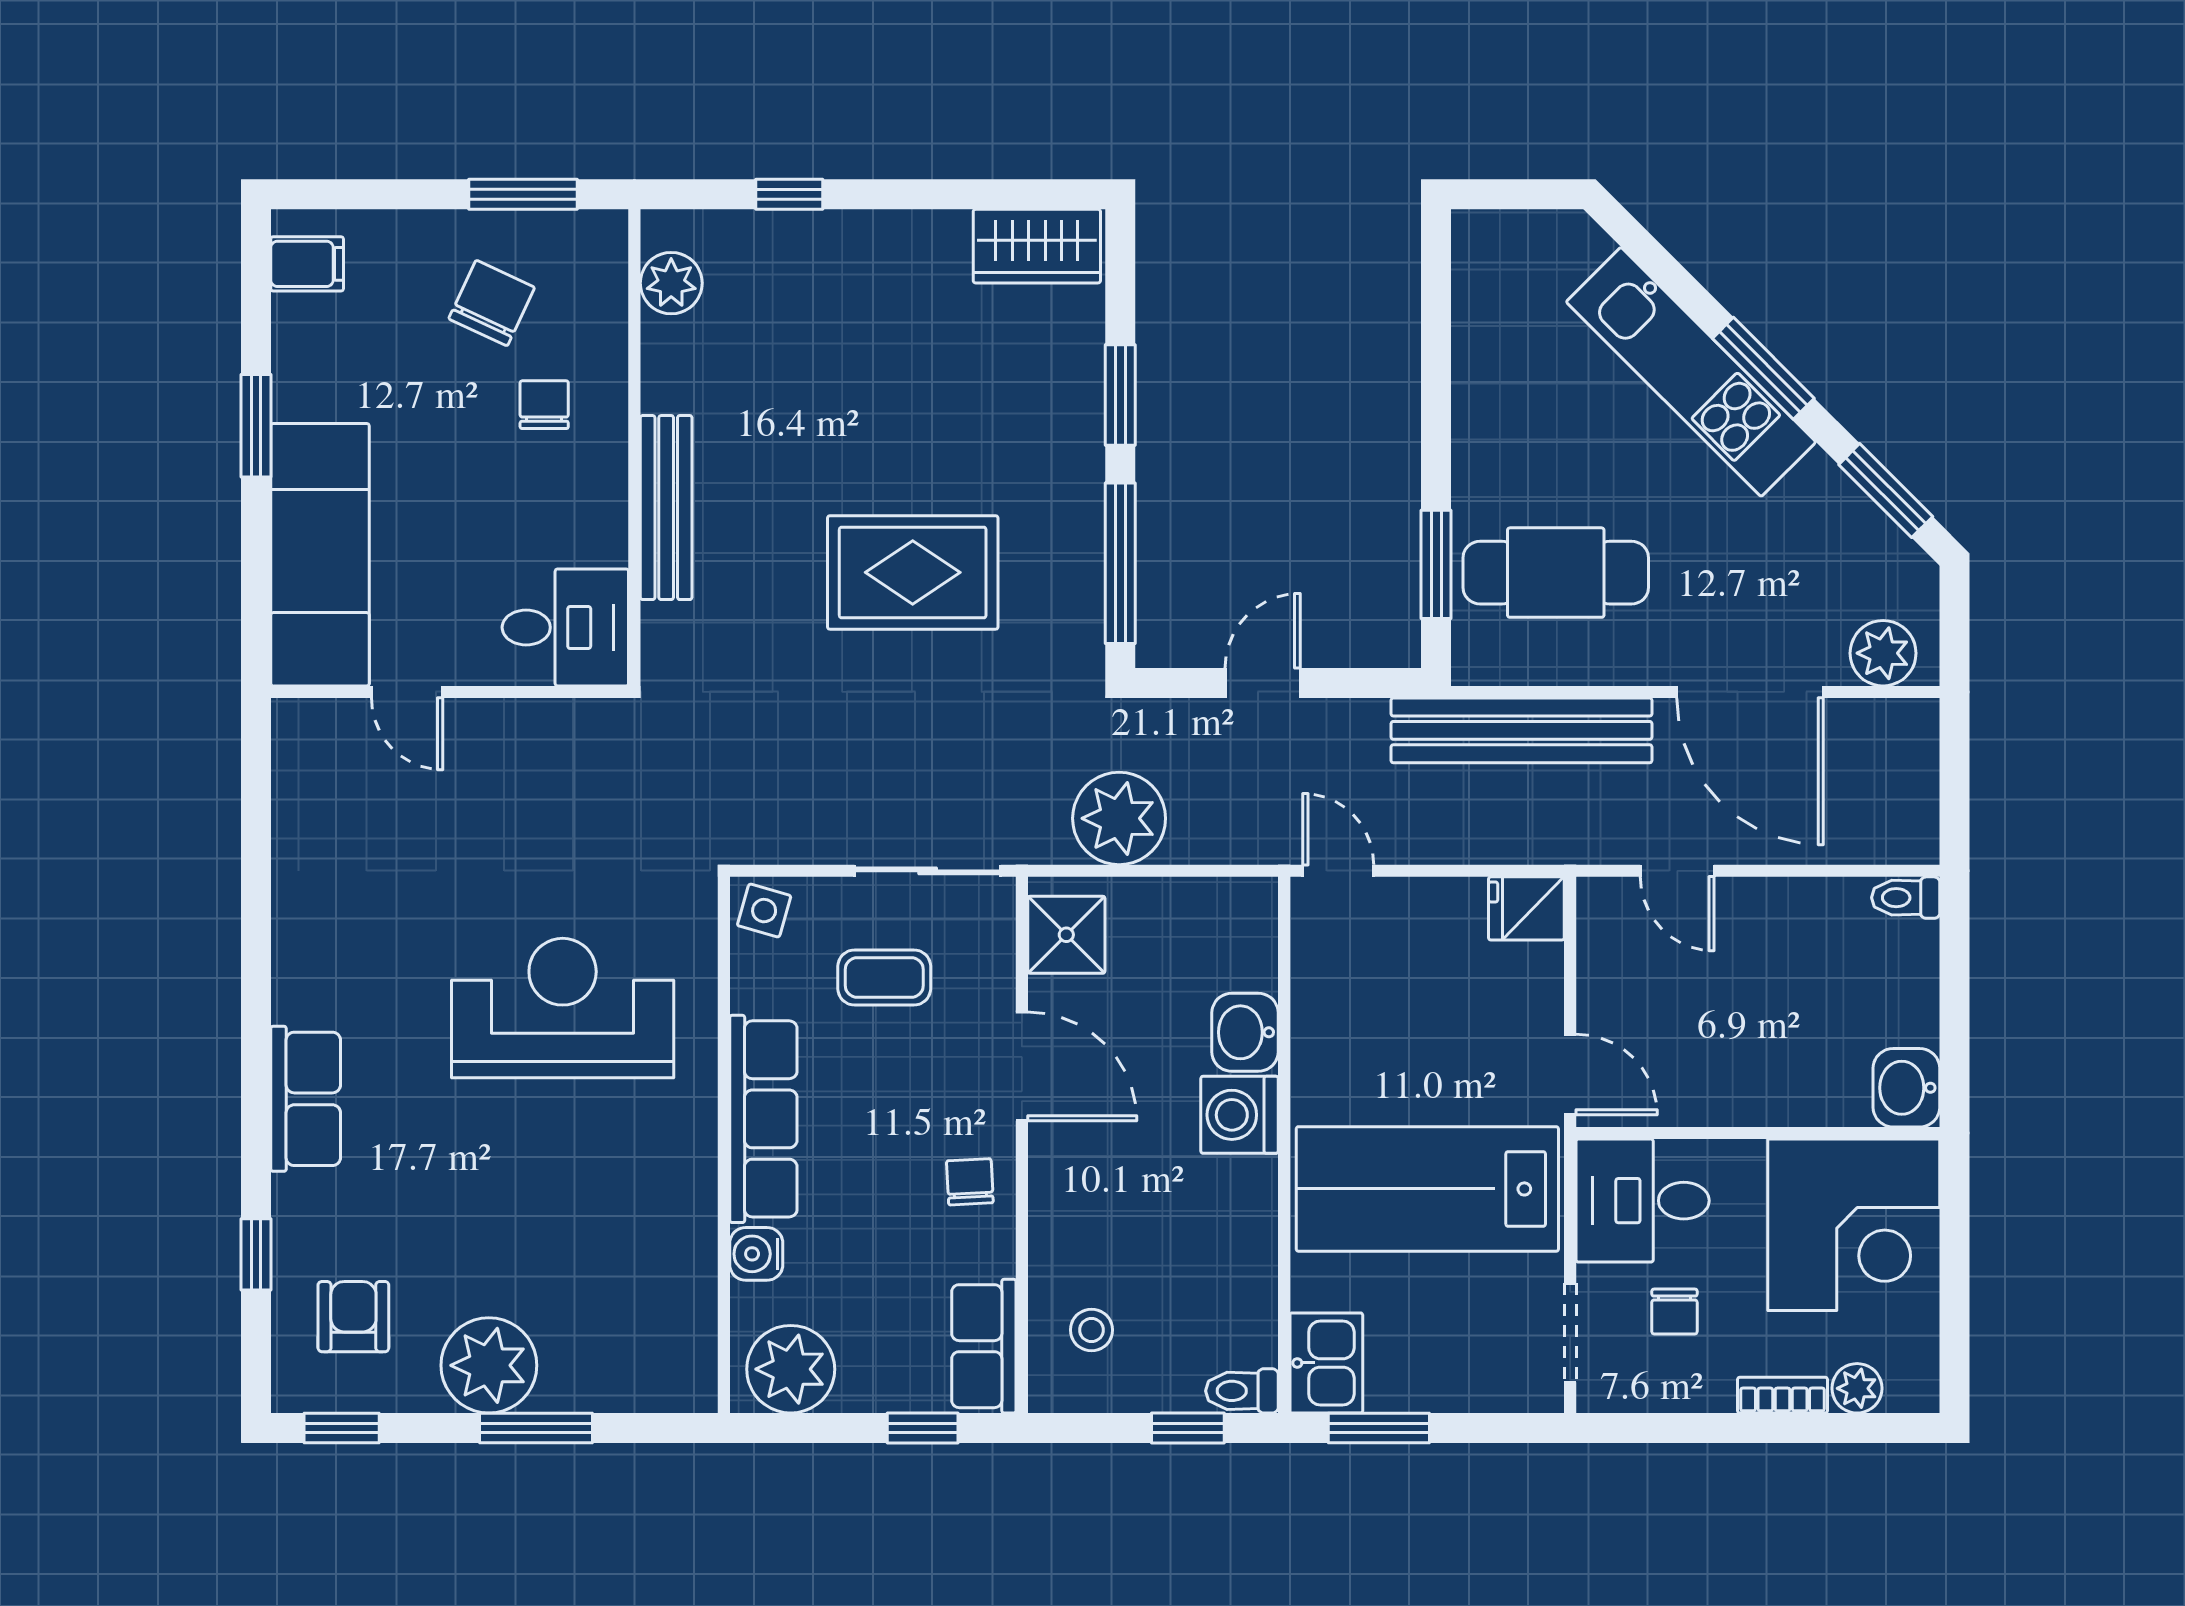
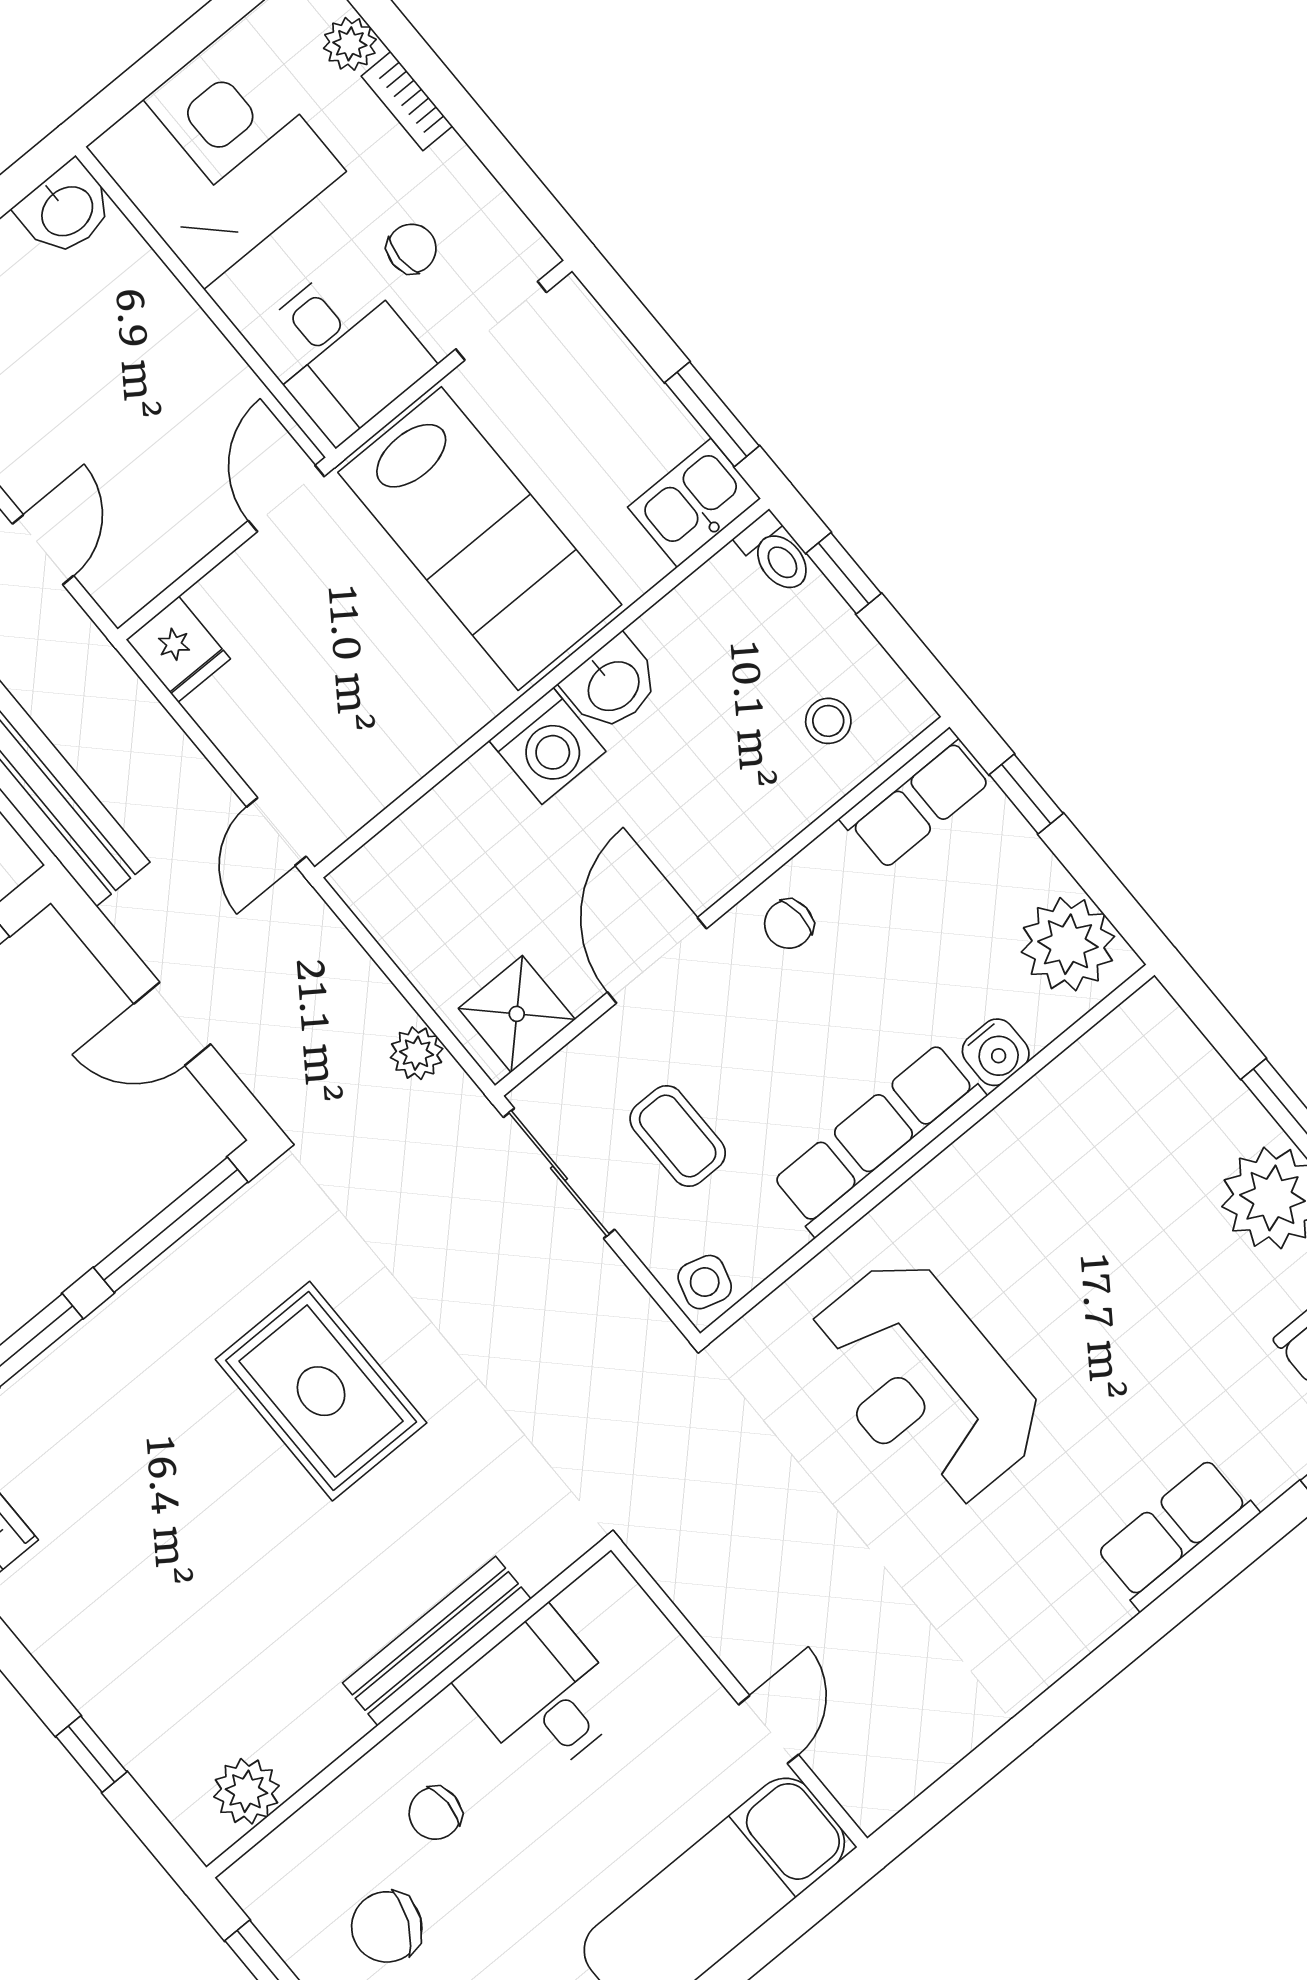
desk: (565, 627) -> (543, 1694), moved
plant: (1119, 818) -> (417, 1053), width x0.53, depth x0.53
washbasin: (1245, 1032) -> (612, 685), moved

